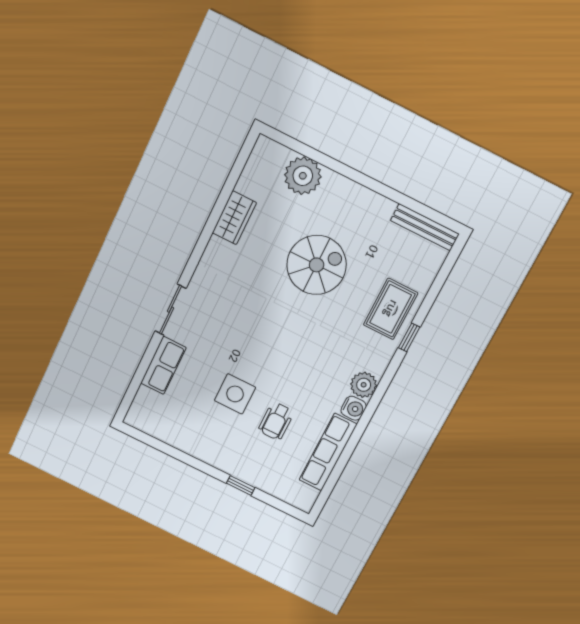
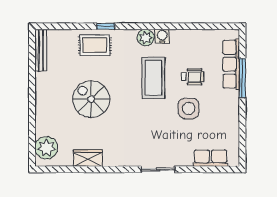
plant: (303, 176) -> (46, 148), moved
row of seats: (163, 365) -> (211, 158), moved
coffee table: (302, 367) -> (153, 78), added
row of seats: (328, 452) -> (231, 64), moved, turned 90
window: (241, 485) -> (242, 78), width x2.17

